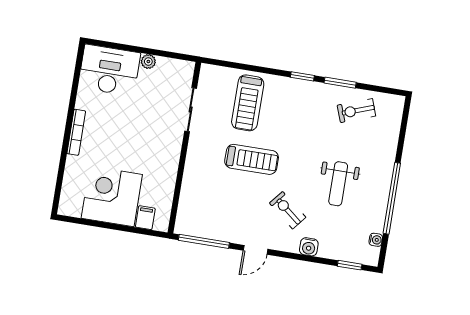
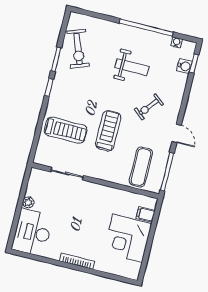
exercise bike: (356, 111) -> (78, 49), width x1.38, depth x1.39
exercise mat: (207, 206) -> (141, 167), added
water cooler: (309, 247) -> (184, 66), moved

